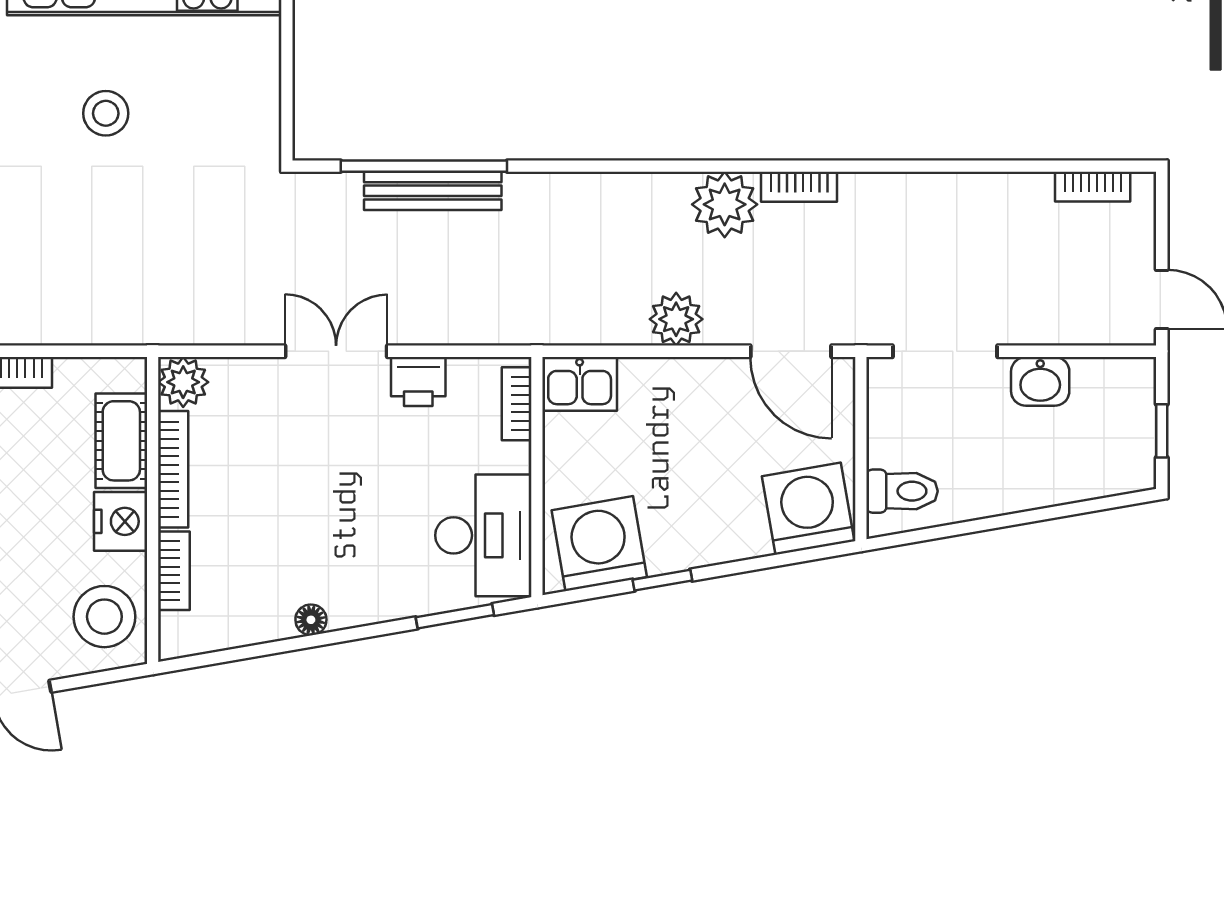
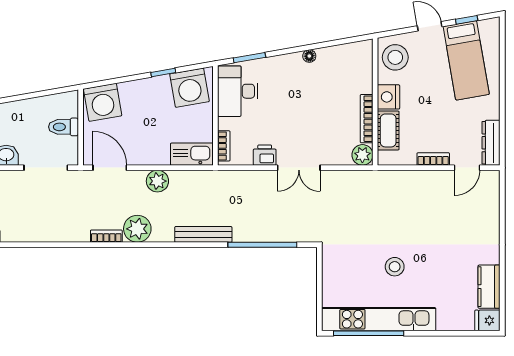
bench: (433, 191) -> (203, 234), moved
kitchen sink: (580, 384) -> (192, 154), width x1.38
toilet: (902, 491) -> (64, 127), moved
bookcase: (174, 571) -> (366, 76), removed

